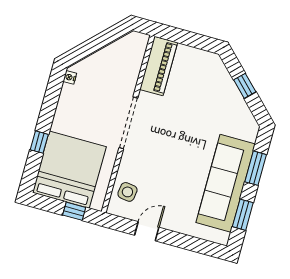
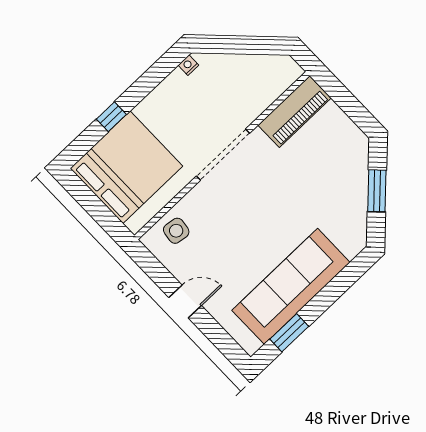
window: (245, 86) -> (377, 191), width x1.50
window: (256, 168) -> (334, 290), removed
window: (74, 211) -> (104, 217), removed
door: (147, 231) -> (185, 301), moved

